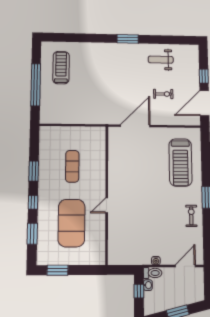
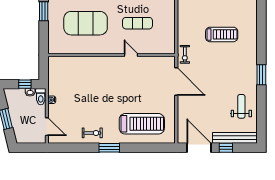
bench: (193, 67) -> (235, 138), added
treadmill: (61, 68) -> (222, 34), moved
exercise bike: (163, 94) -> (185, 54), moved
treadmill: (181, 162) -> (142, 124), turned 180
door: (107, 205) -> (131, 55), moved

